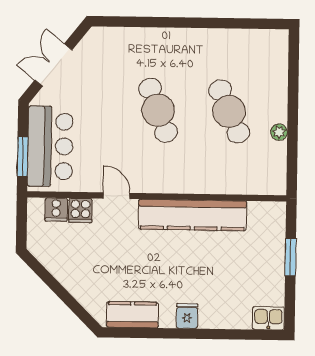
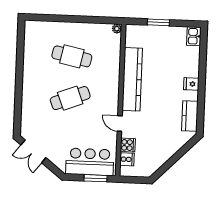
double door: (53, 65) -> (33, 151), moved
cafe table: (229, 111) -> (72, 56), turned 36
plant: (279, 132) -> (117, 29), moved
door: (117, 196) -> (120, 124), hinge flipped

